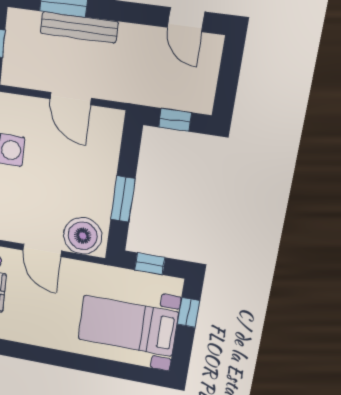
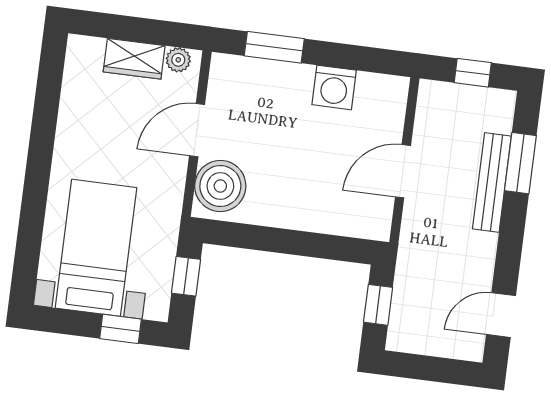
window: (123, 199) -> (273, 240), removed

